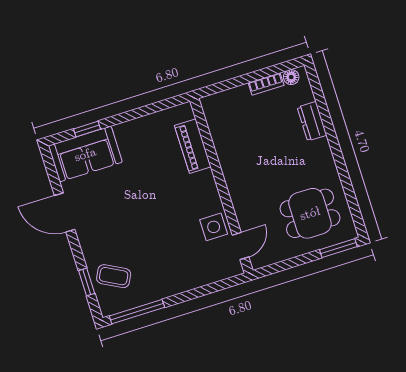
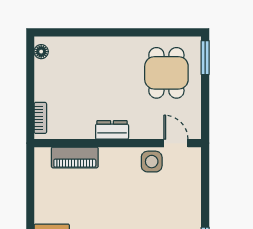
bookcase: (266, 84) -> (40, 118), moved
dresser: (312, 121) -> (112, 130), moved, turned 180

